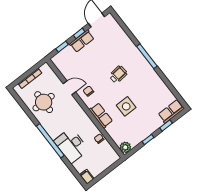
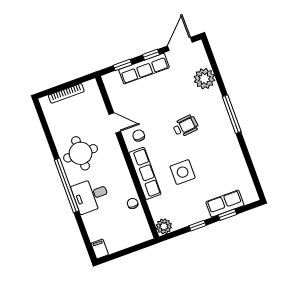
plant: (121, 38) -> (204, 79), added
row of seats: (82, 41) -> (144, 69), width x1.48
round table: (44, 102) -> (81, 153), moved
row of seats: (171, 111) -> (225, 204), moved
row of seats: (101, 115) -> (145, 173), width x1.48
desk: (71, 145) -> (91, 195), width x0.73

